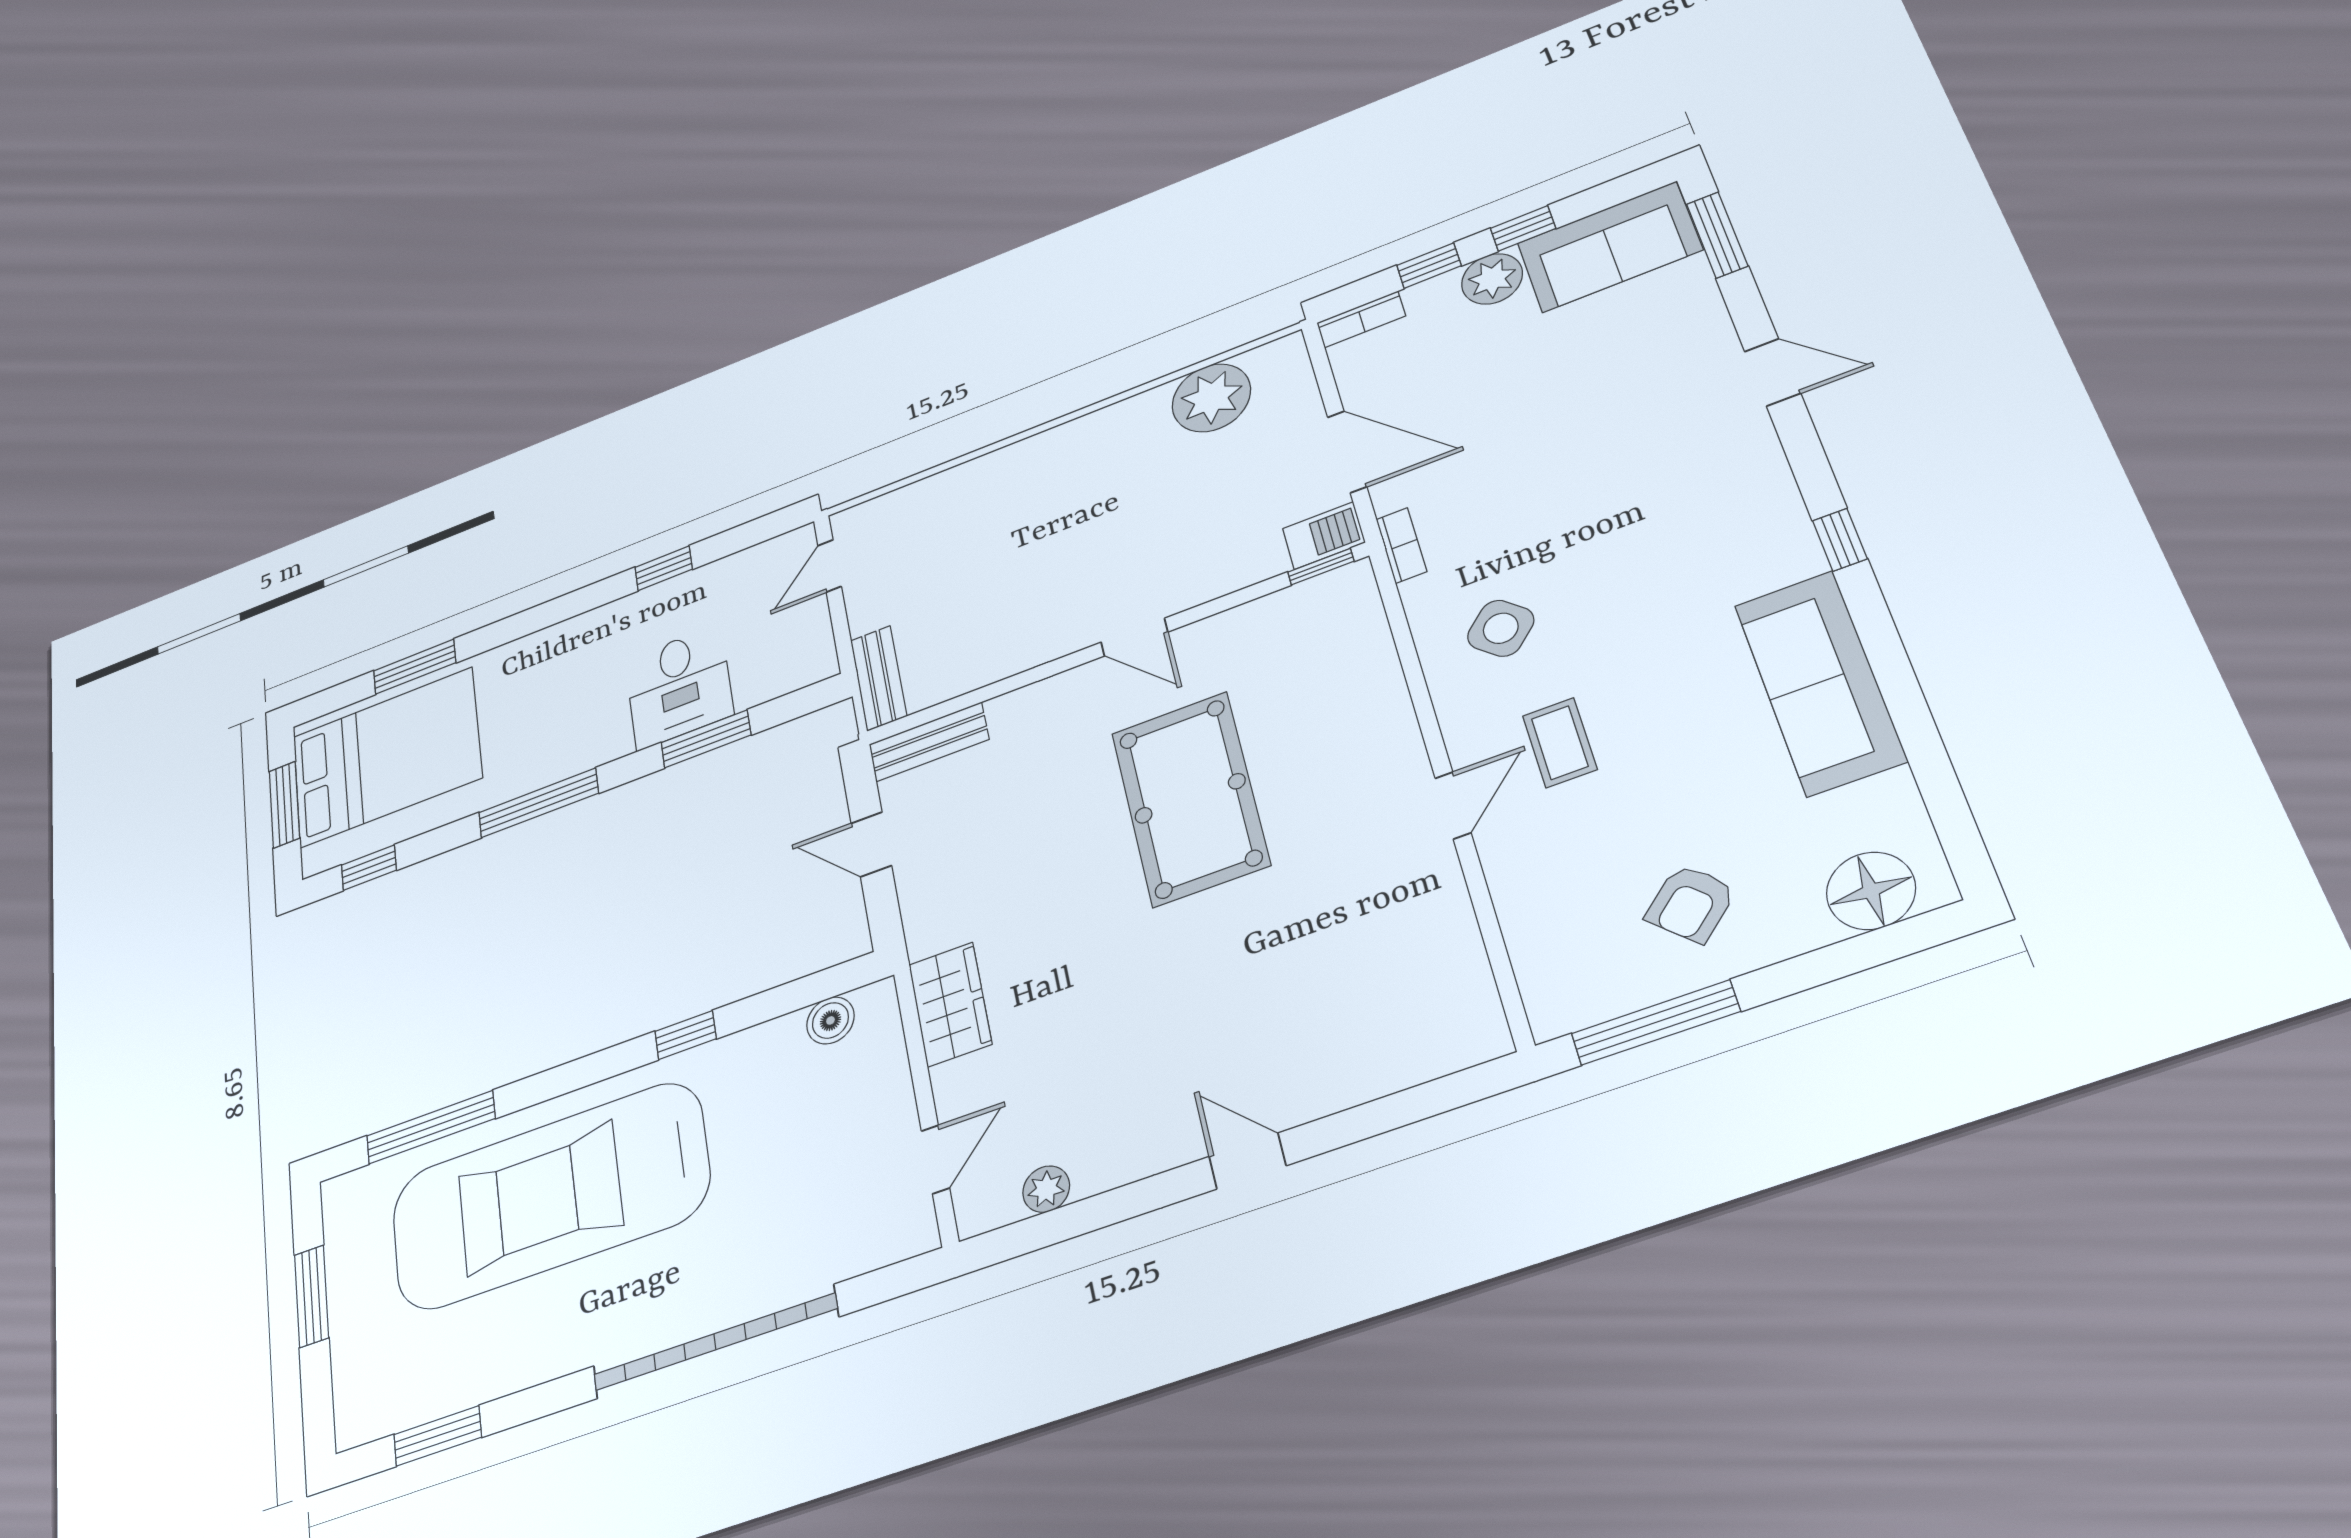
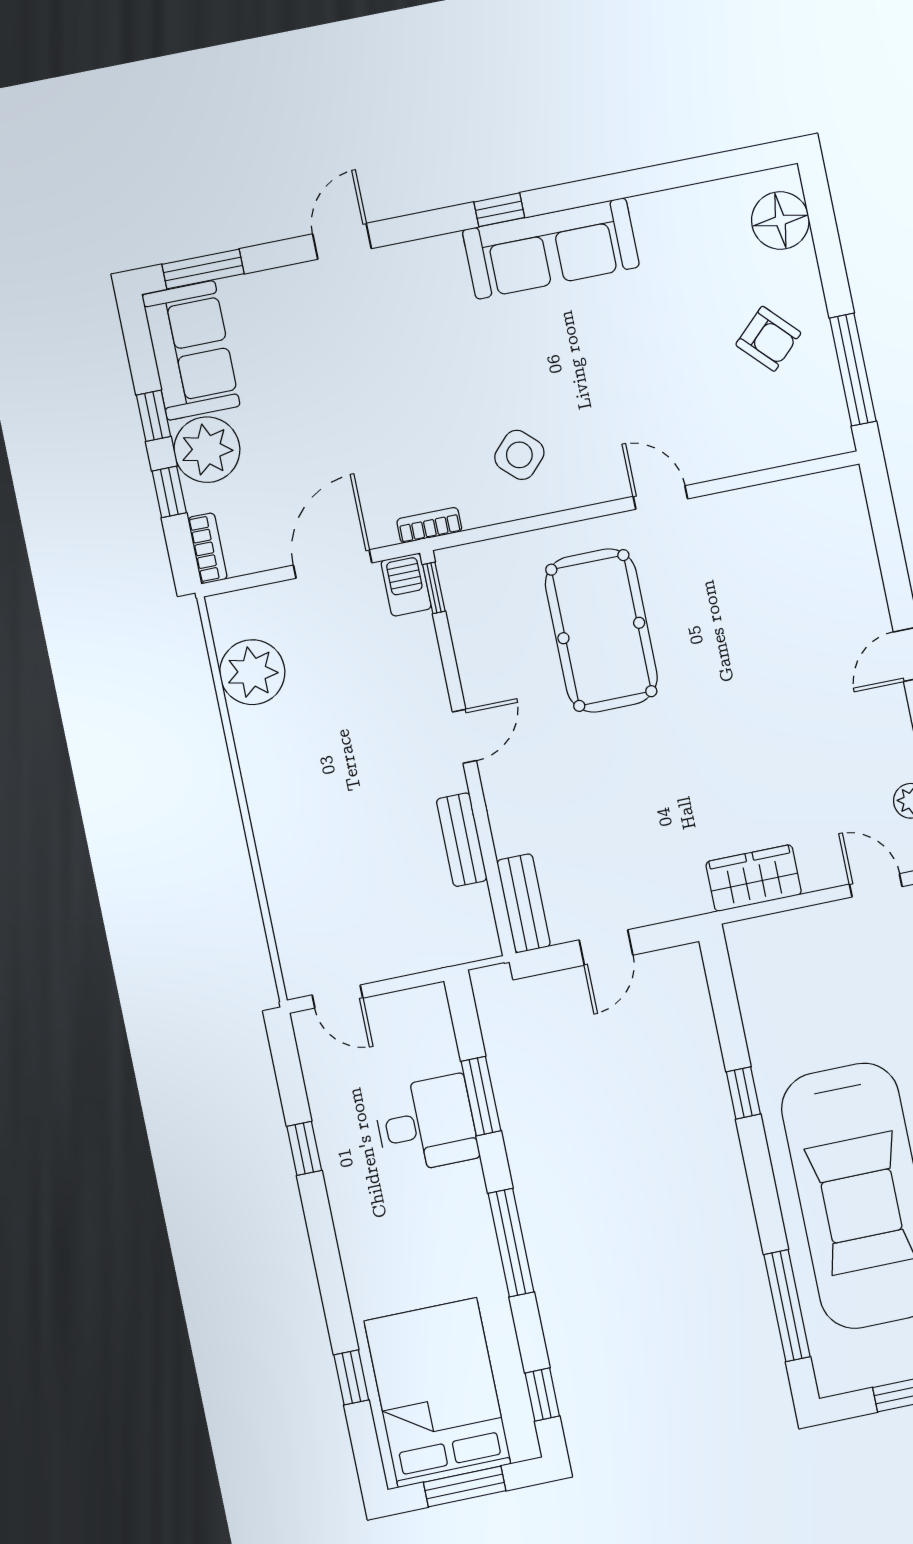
plant: (1492, 279) -> (207, 450), width x1.36, depth x1.36
window: (415, 667) -> (351, 1377), width x0.67
bench: (879, 678) -> (462, 840), moved, turned 90
sofa: (1820, 682) -> (551, 248), moved
coffee table: (1560, 743) -> (624, 419), removed
pool table: (1190, 798) -> (601, 630), moved, turned 90
boiler: (830, 1020) -> (751, 974), removed

